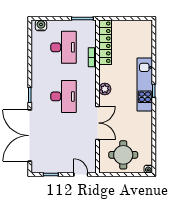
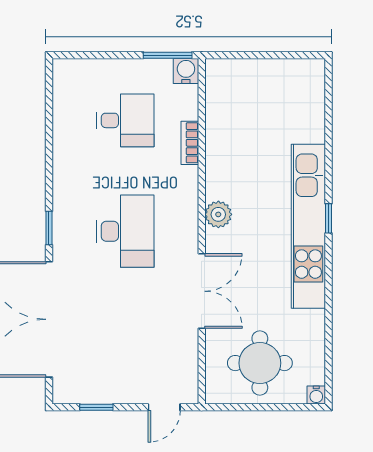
water cooler: (41, 25) -> (186, 71), moved
locker: (105, 42) -> (219, 109), removed
desk: (64, 47) -> (125, 120), width x0.73
kitchen unit: (145, 85) -> (308, 226), width x1.36
door: (81, 174) -> (164, 407), swing flipped

